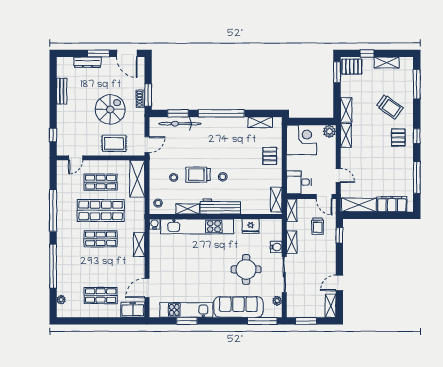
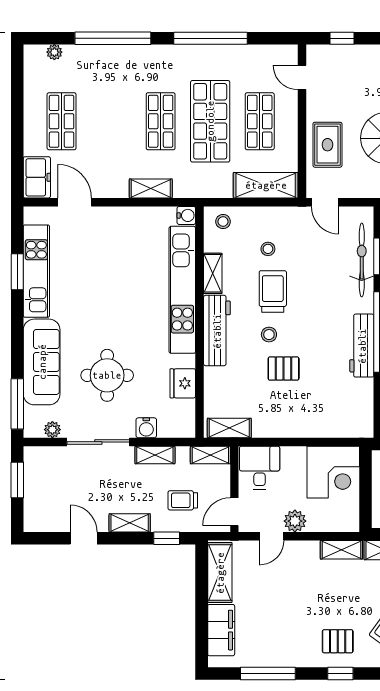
shelving: (260, 122) -> (364, 400), removed
workbench: (229, 124) -> (362, 346), added
plant: (329, 131) -> (295, 521), moved
pallet: (270, 156) -> (284, 369), moved
shelving: (331, 306) -> (130, 523), moved

